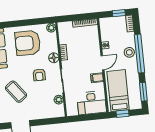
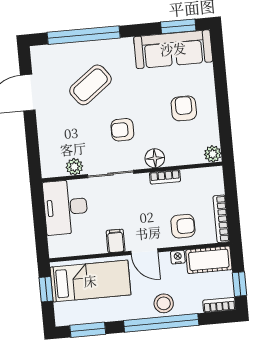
cot: (106, 29) -> (209, 260), added
armchair: (28, 43) -> (184, 108), width x0.53, depth x0.53
armchair: (89, 43) -> (183, 226), added
desk: (92, 103) -> (66, 207), moved

